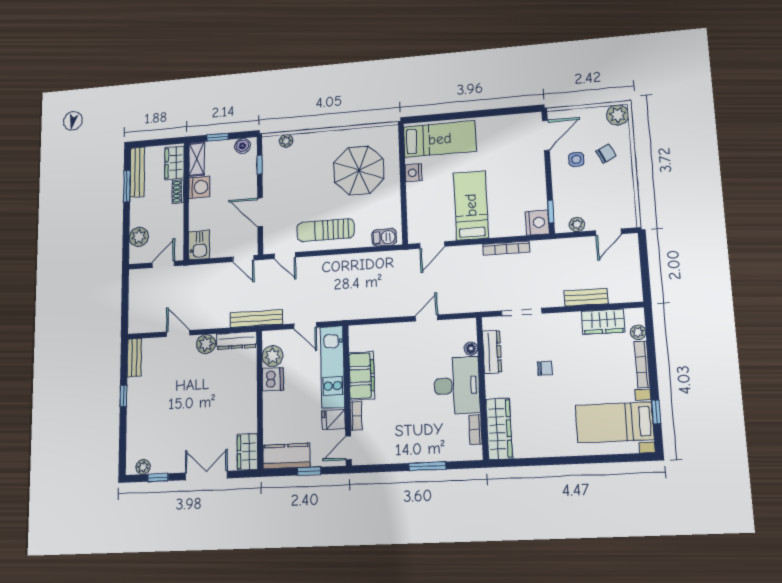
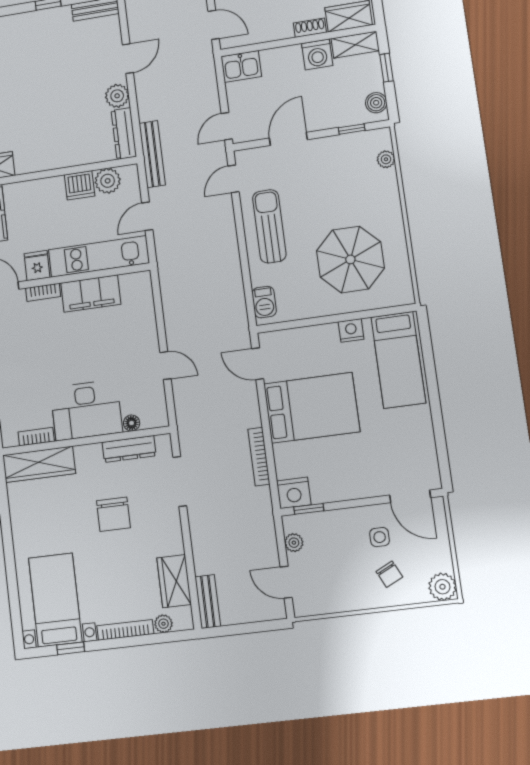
bed: (471, 205) -> (312, 408), width x1.50
bench: (586, 297) -> (208, 601), moved
chair: (545, 368) -> (113, 514), width x1.87, depth x1.87

